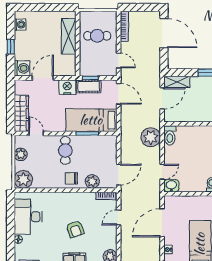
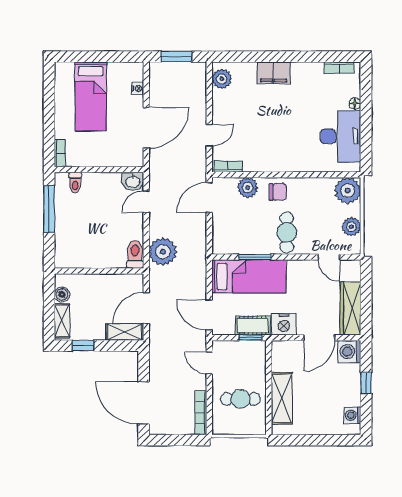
wardrobe: (21, 113) -> (350, 308), moved
armchair: (75, 229) -> (272, 118), removed

